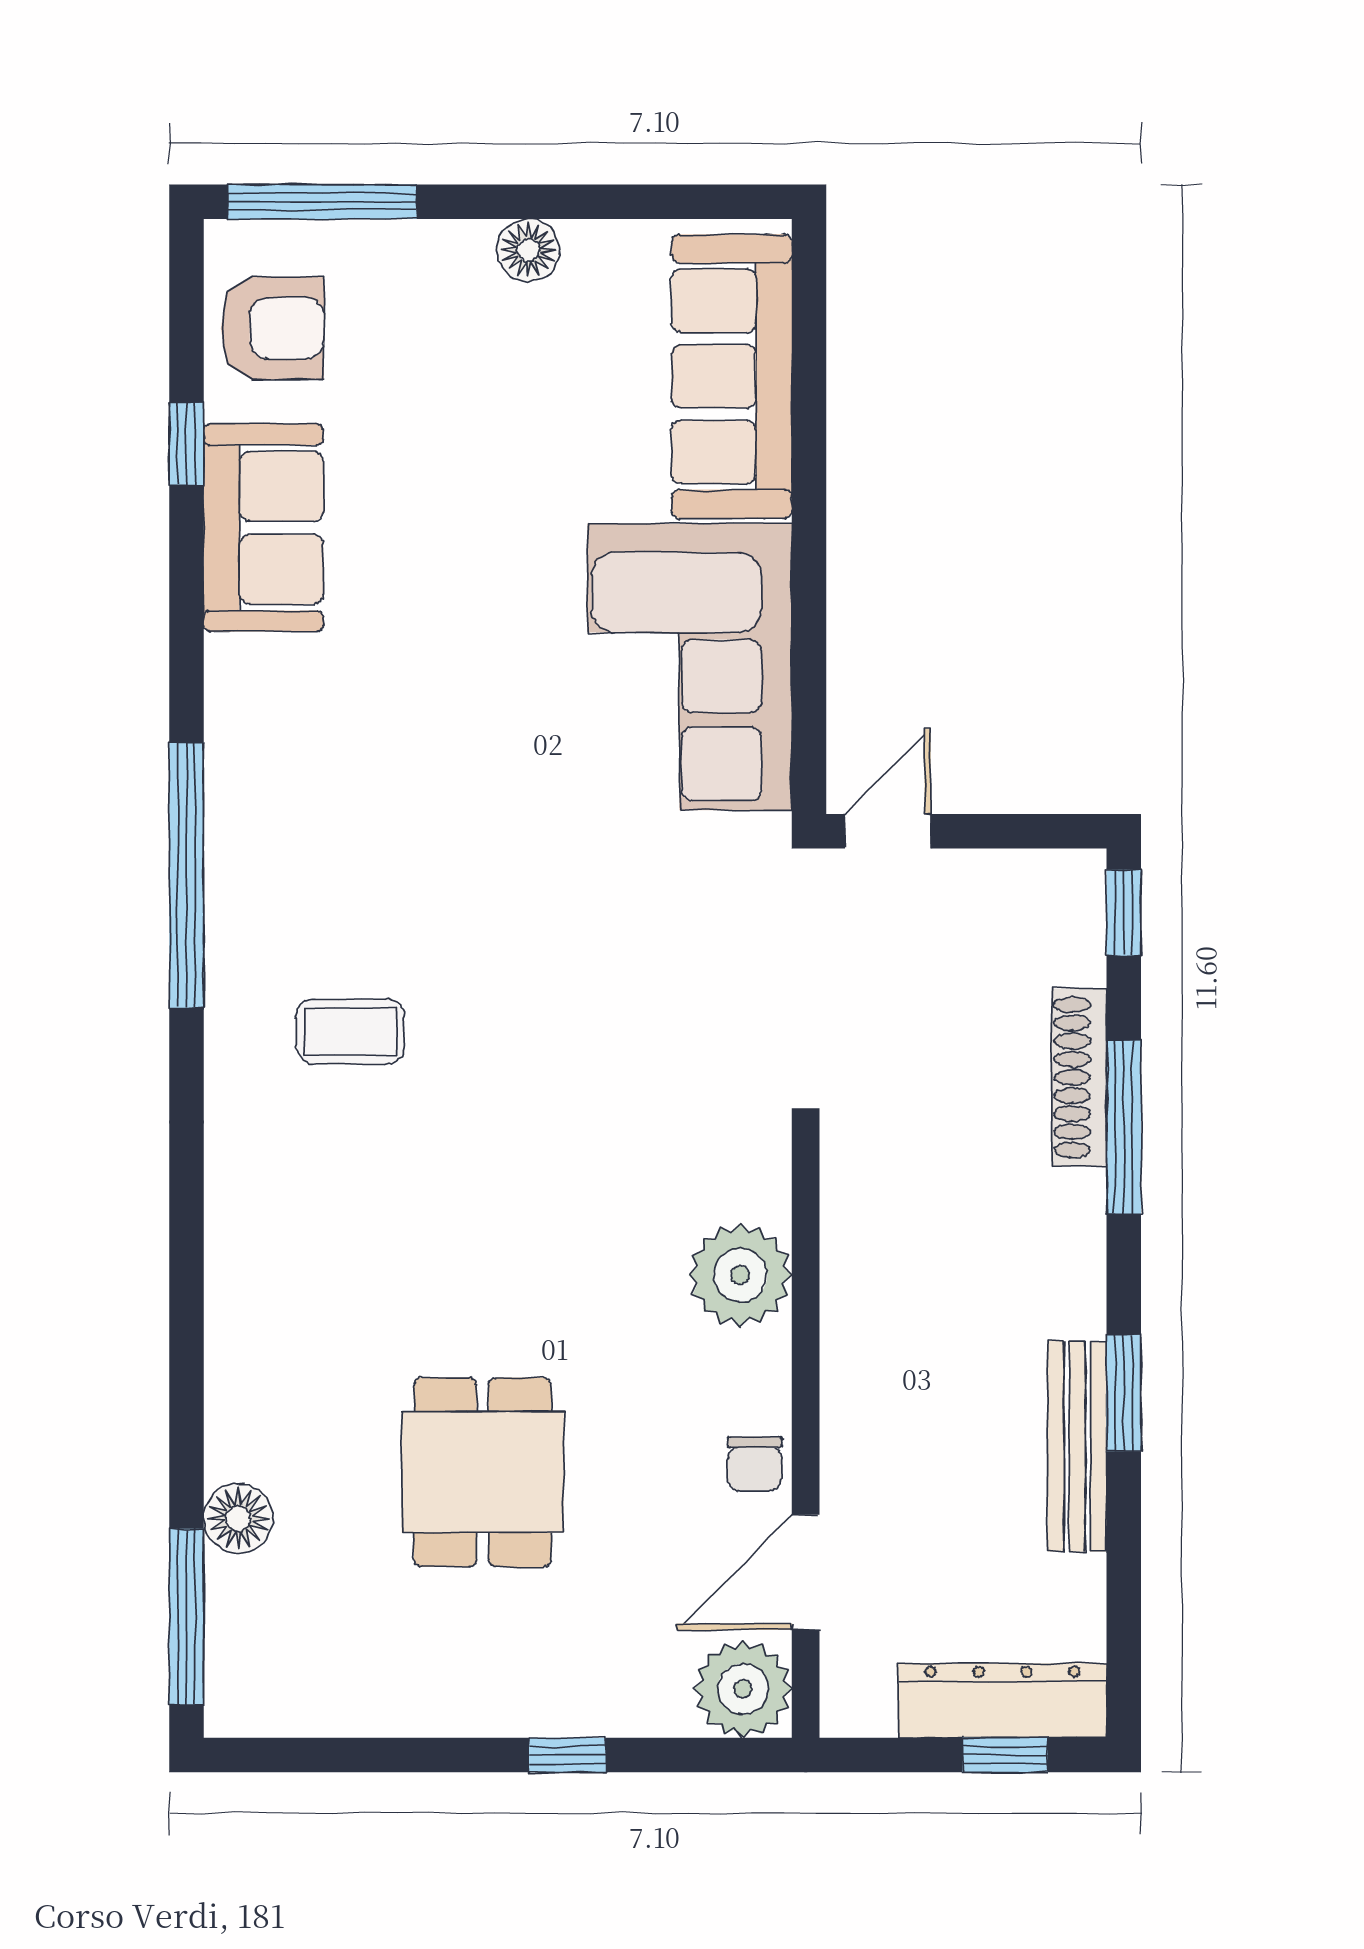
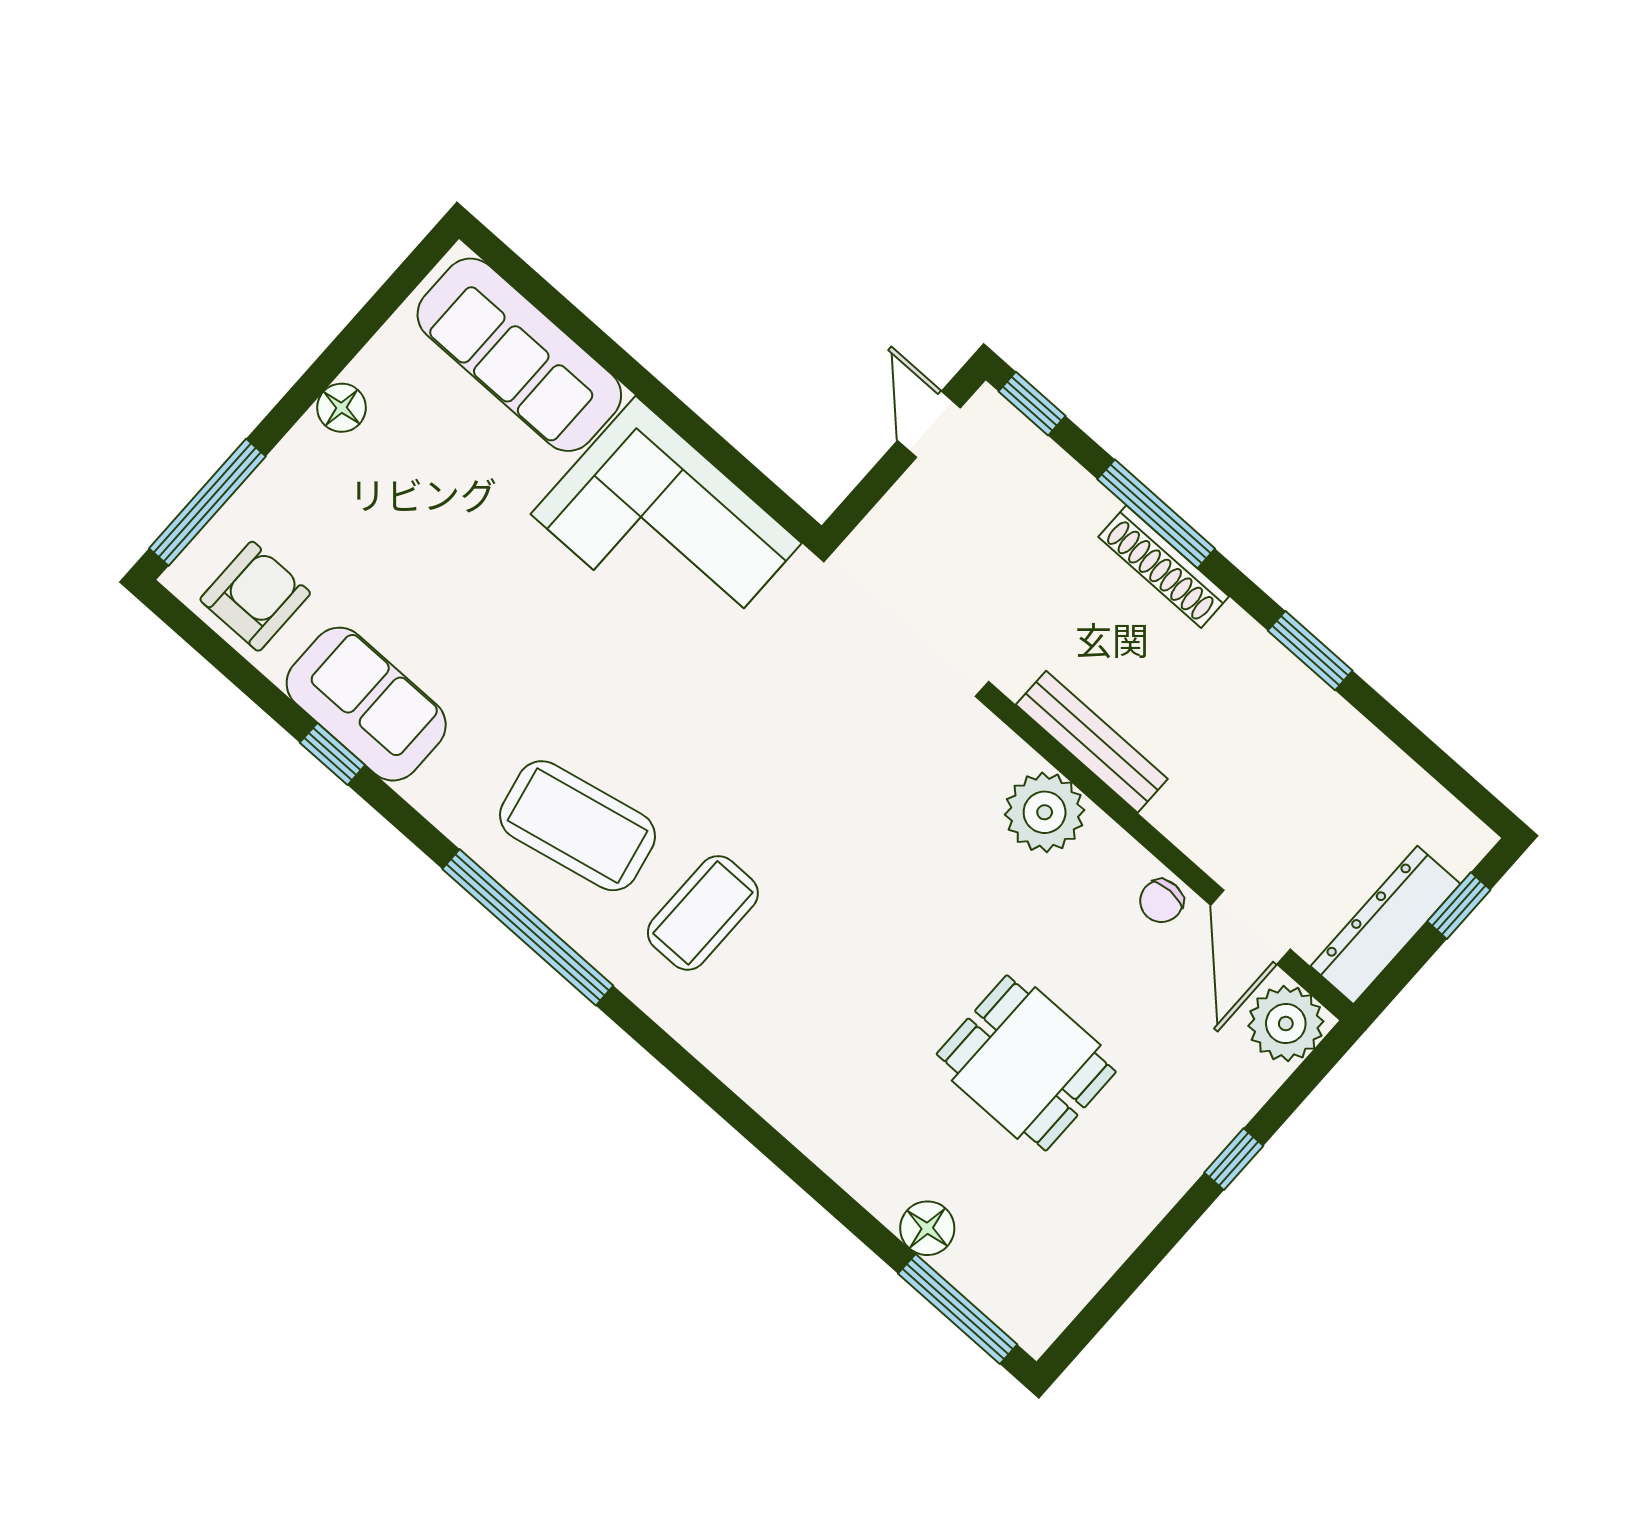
window: (186, 444) -> (332, 754), moved
door: (888, 831) -> (929, 424), moved
coffee table: (327, 836) -> (578, 826), added
coffee table: (350, 1032) -> (703, 913), width x1.36, depth x1.30
shoe rack: (1079, 1077) -> (1164, 567), moved
bench: (1077, 1446) -> (1092, 742), moved
chair: (755, 1464) -> (1161, 901), turned 90
dresser: (1003, 1701) -> (1385, 925), moved

